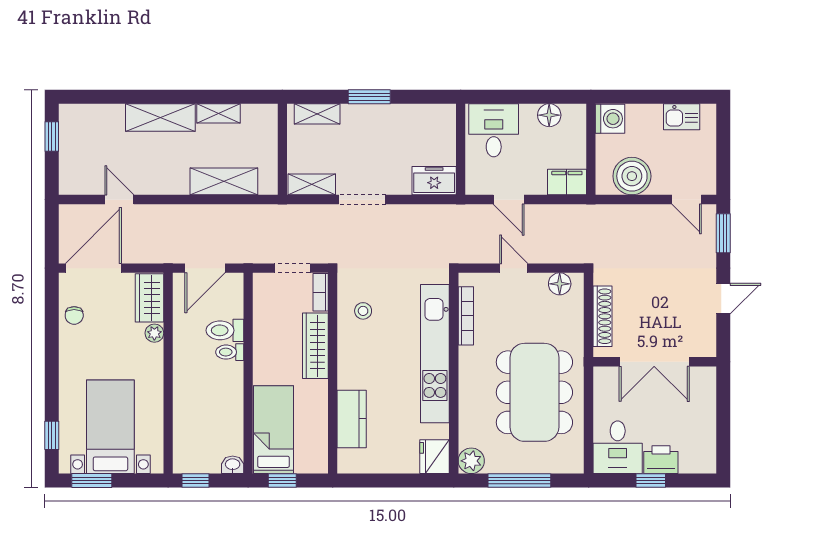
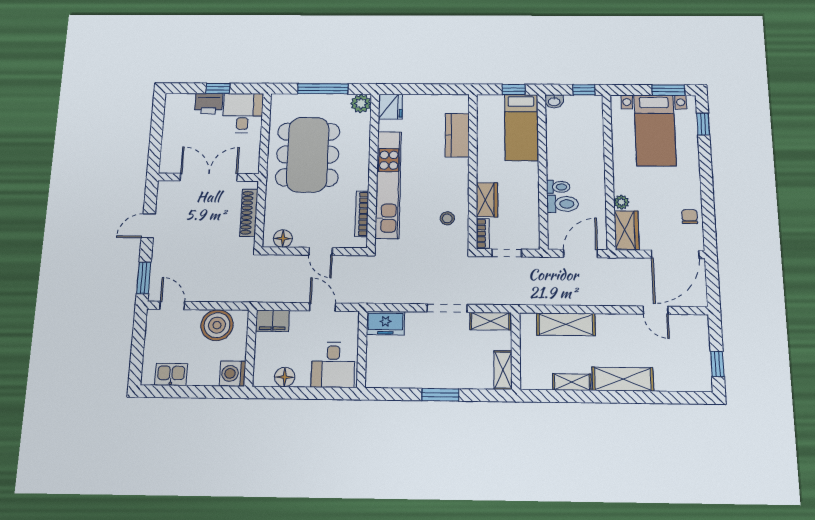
shelving: (317, 114) -> (503, 370), moved, turned 90
wardrobe: (315, 346) -> (487, 200), width x0.67

